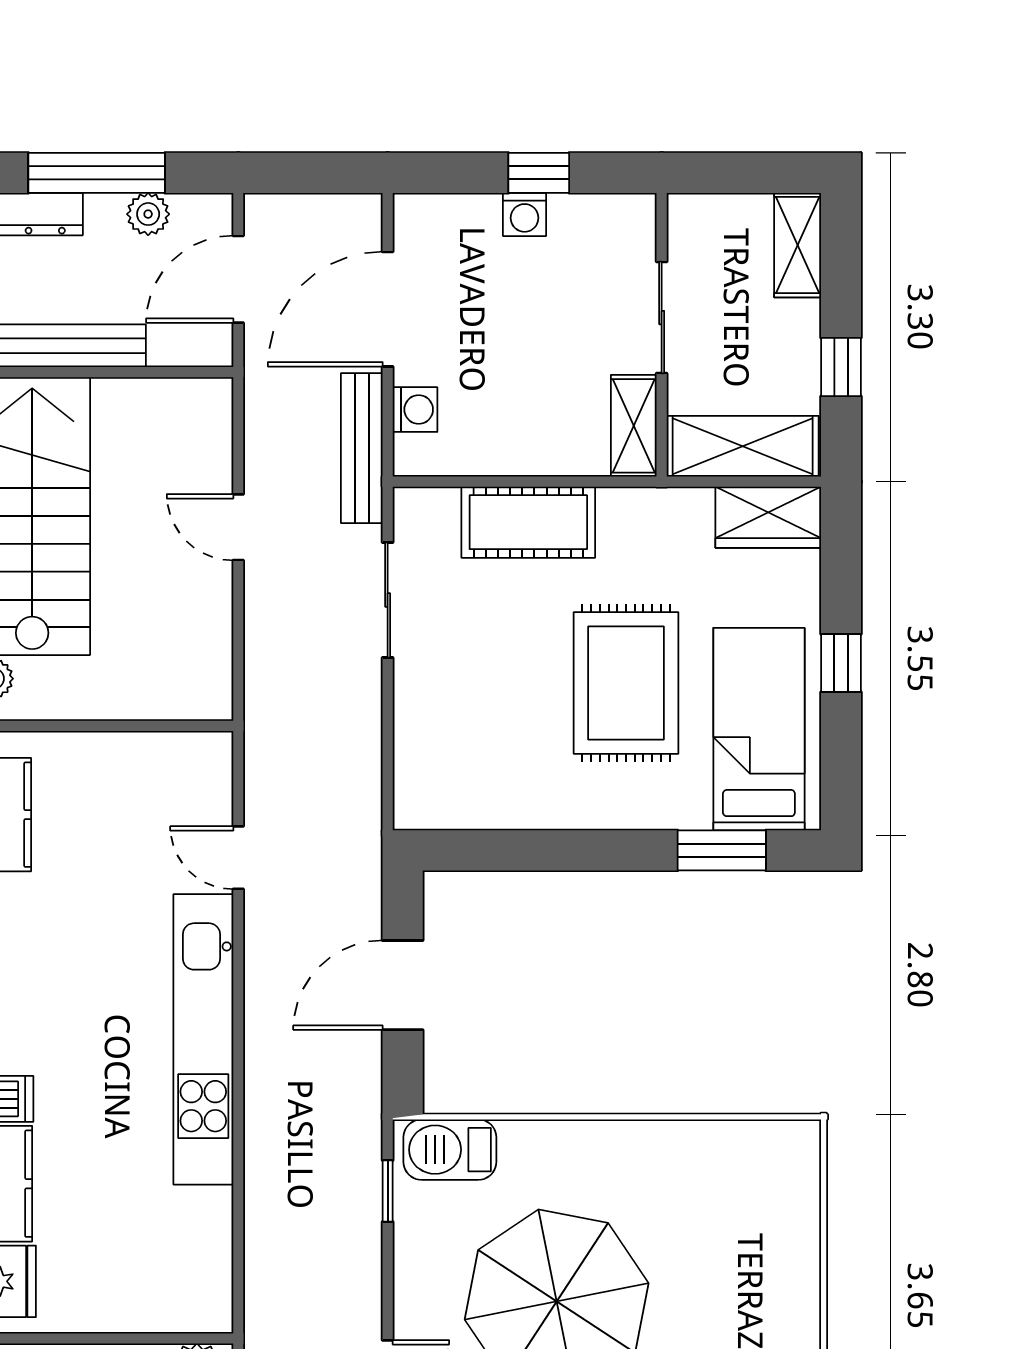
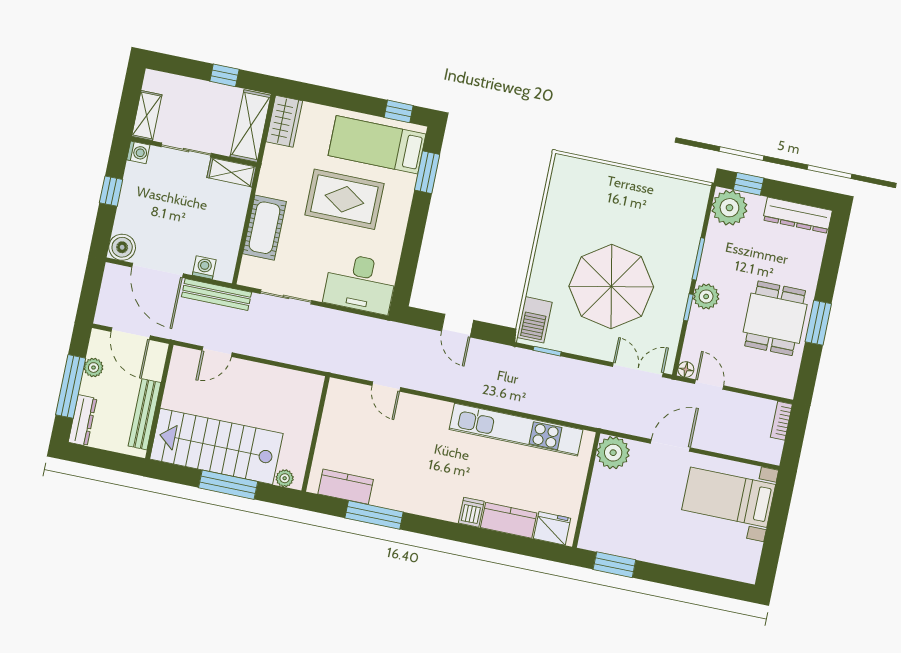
washing machine: (525, 214) -> (138, 152), moved
boiler: (422, 222) -> (122, 247), added
shelving: (798, 245) -> (147, 116), moved, turned 90
door: (238, 527) -> (217, 352), moved
window: (841, 663) -> (399, 111), moved
desk: (451, 755) -> (360, 283), added
door: (238, 858) -> (386, 387), hinge flipped
door: (403, 985) -> (457, 326), width x0.73
kitchen unit: (203, 1039) -> (516, 430), moved

